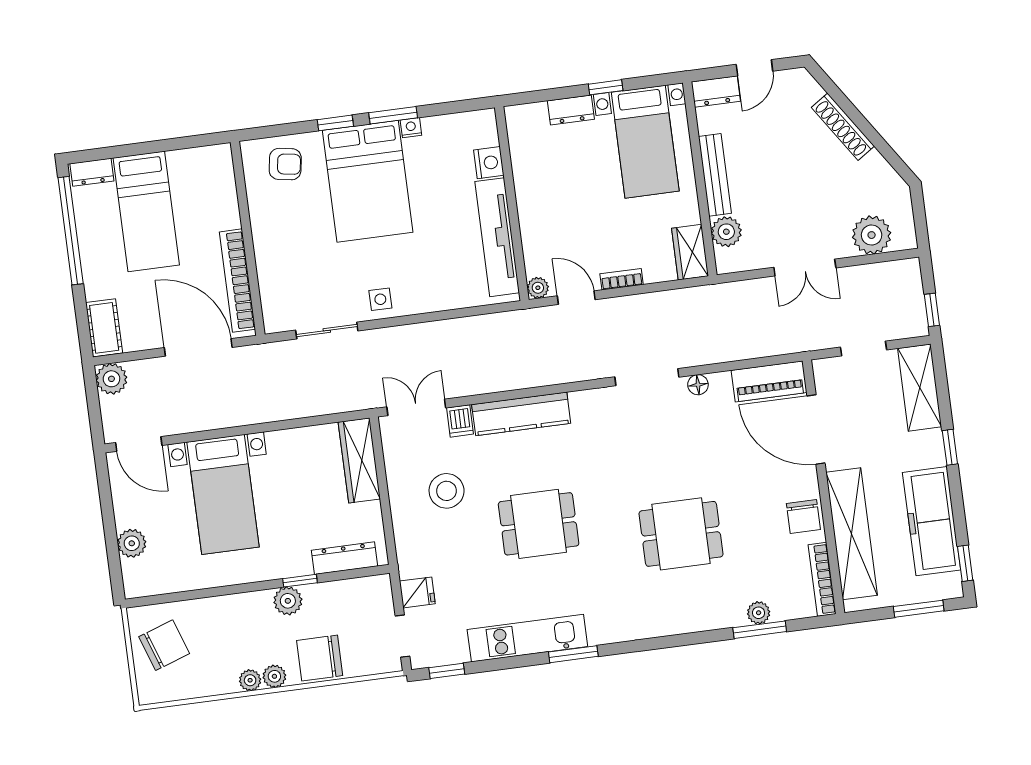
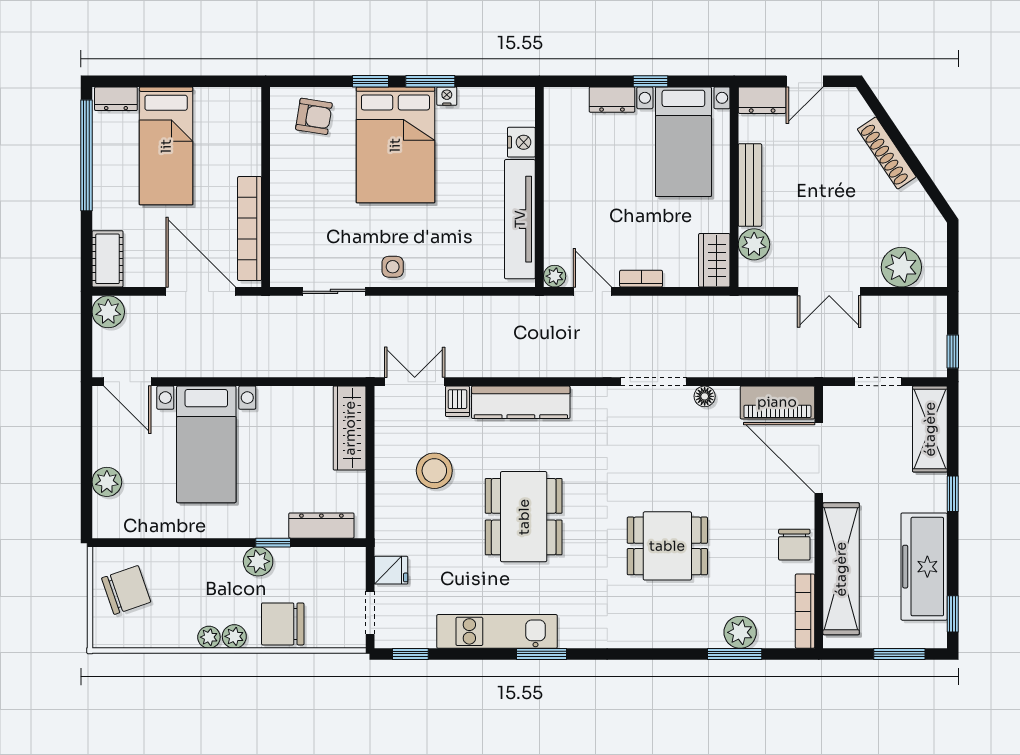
dining table: (539, 524) -> (524, 517), width x1.38
plant: (759, 613) -> (740, 632), width x1.38, depth x1.38

